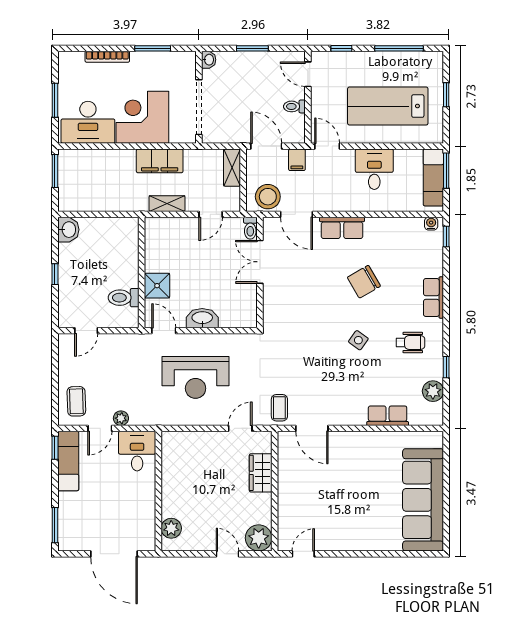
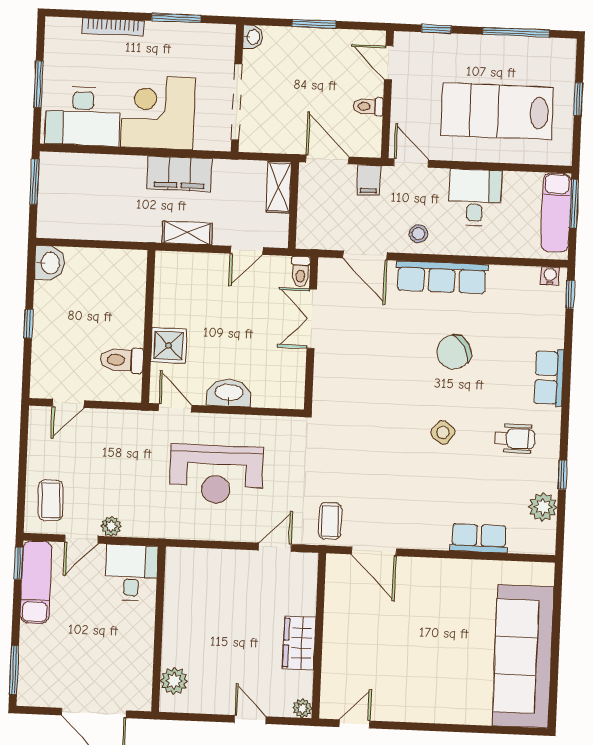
stool: (268, 197) -> (418, 234), moved, width x0.53, depth x0.53
row of seats: (342, 228) -> (442, 277), width x1.48
wardrobe: (261, 473) -> (299, 643), moved
plant: (259, 538) -> (302, 708), width x0.53, depth x0.53

